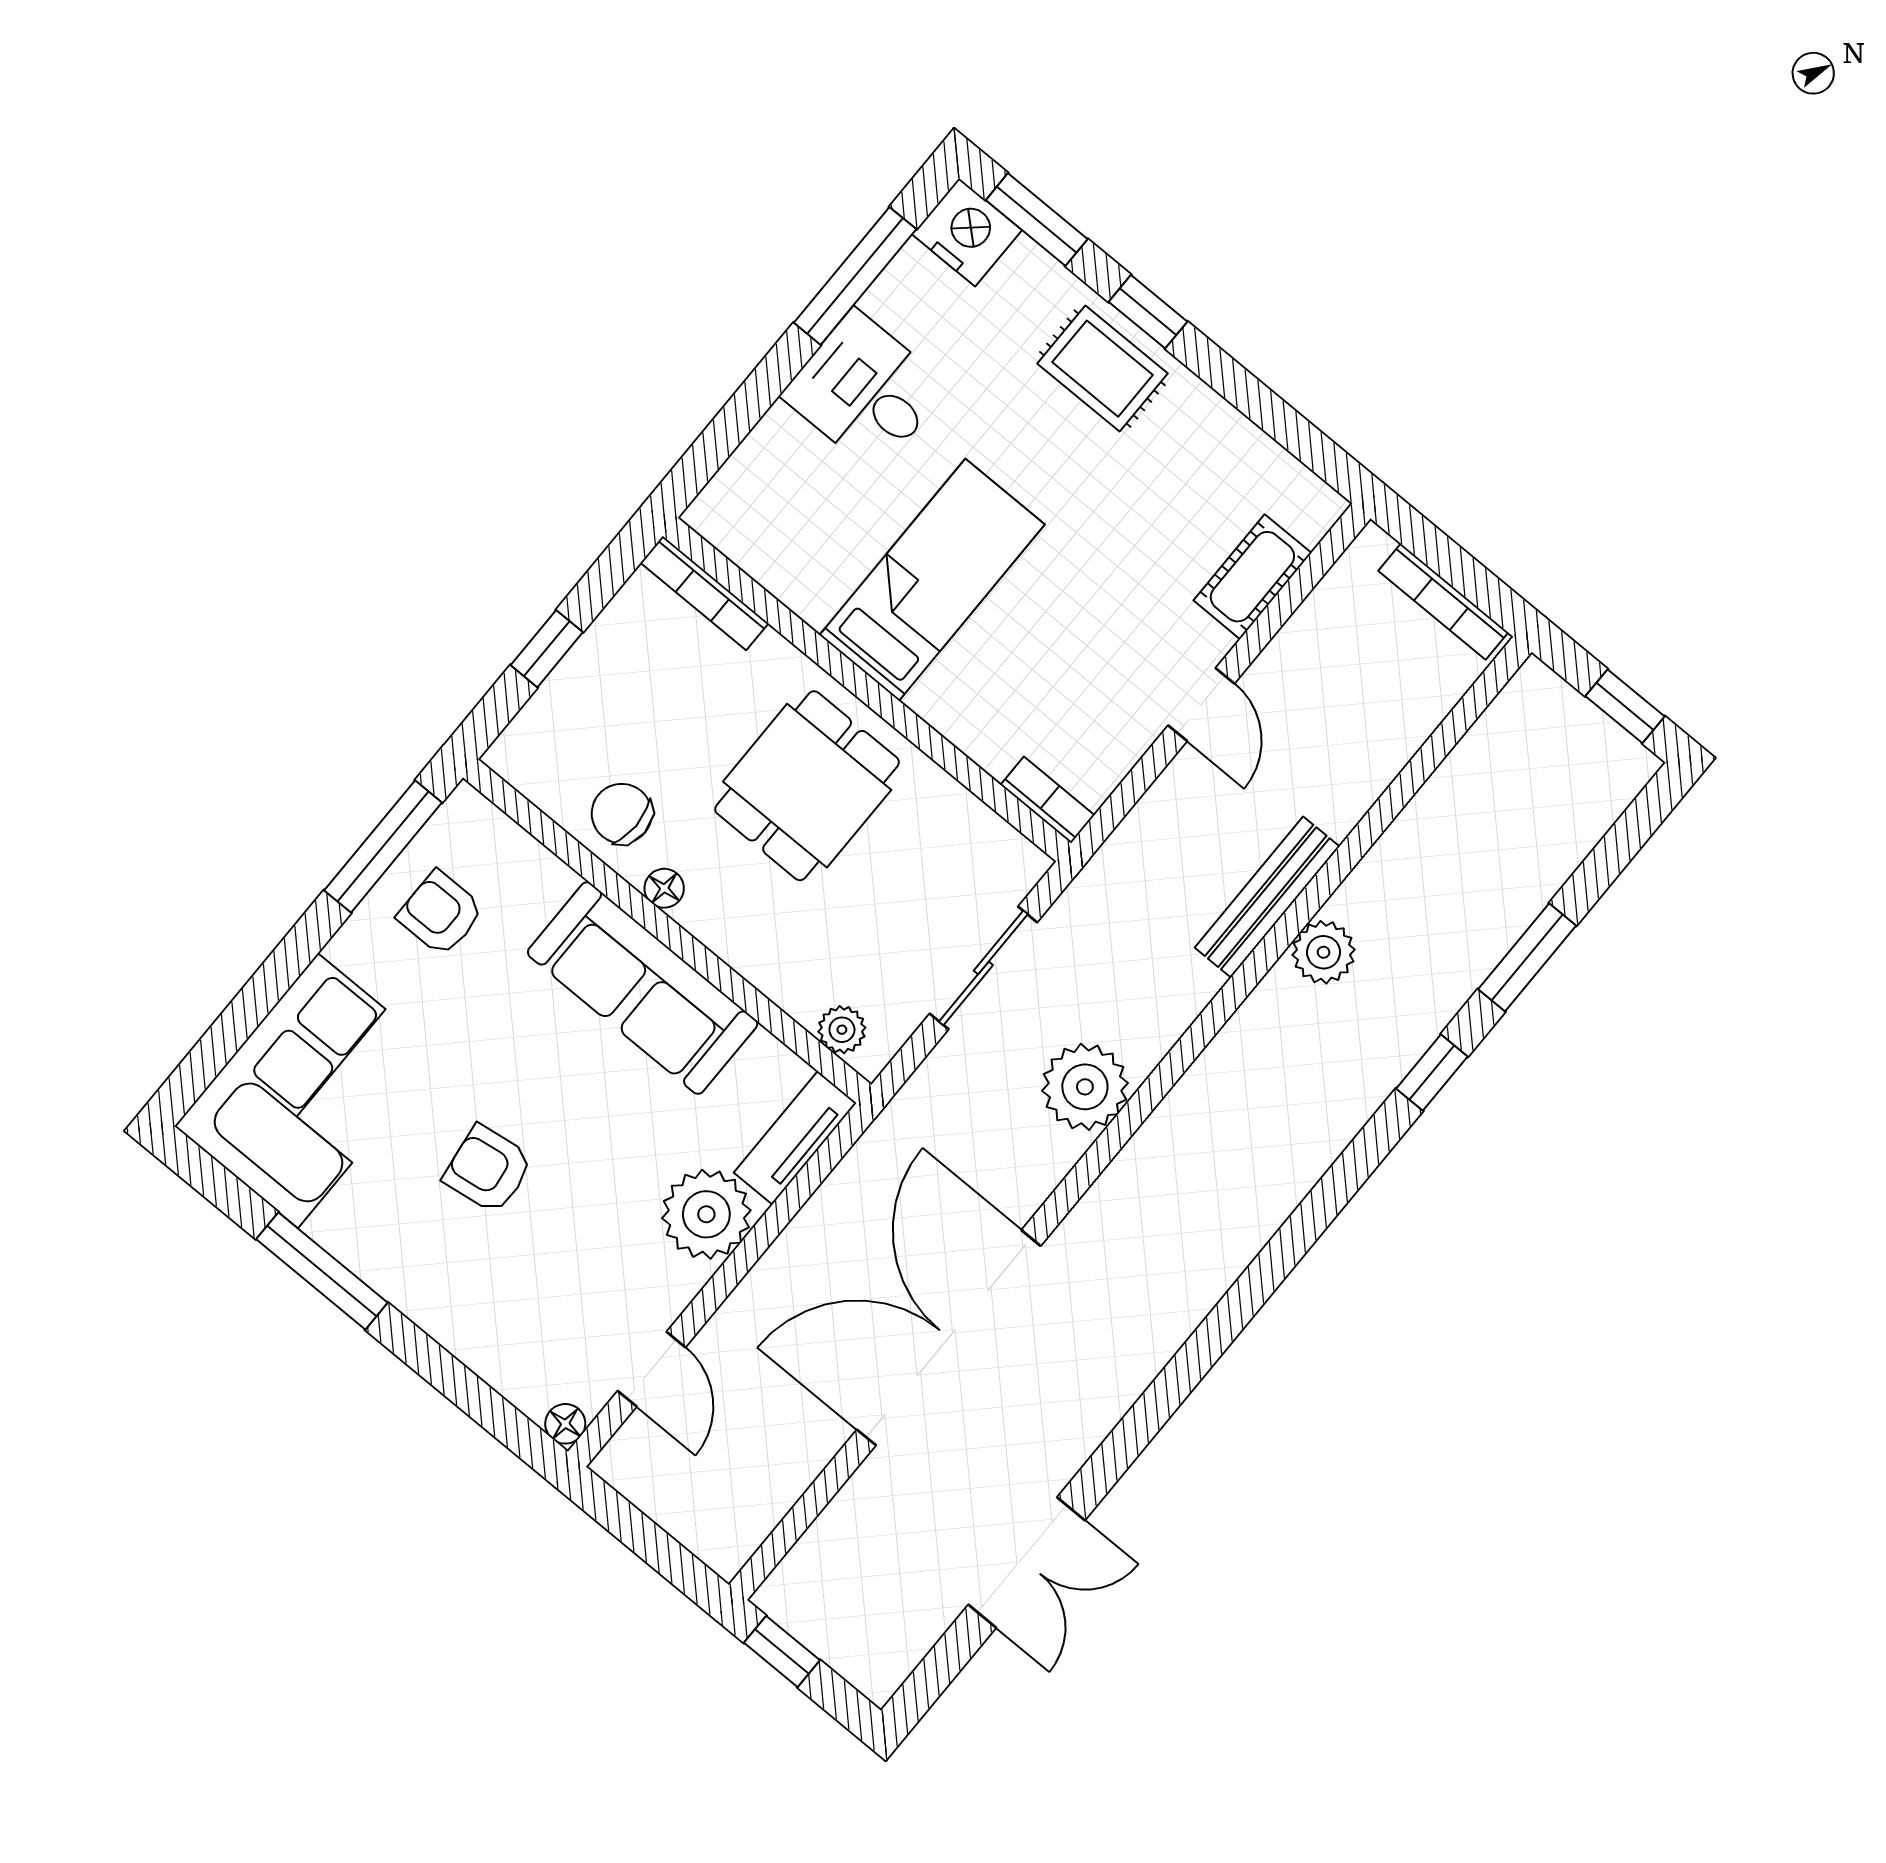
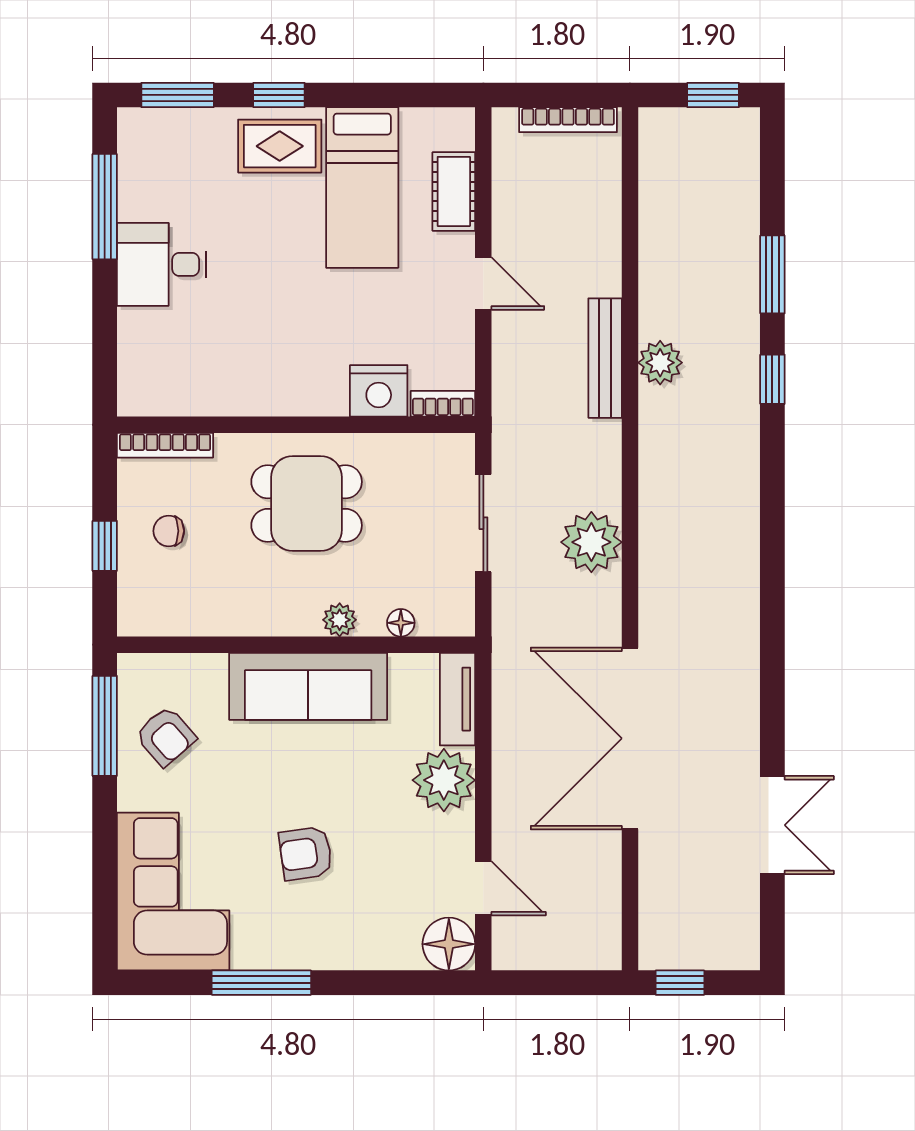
nightstand: (967, 232) -> (379, 391), moved, turned 180
bed: (932, 580) -> (362, 188), moved, turned 180
dining table: (807, 786) -> (307, 504), turned 90
chair: (622, 814) -> (169, 531), moved, width x0.73, depth x0.73
floor lamp: (664, 888) -> (401, 623), moved
armchair: (441, 913) -> (166, 736), turned -131
plant: (842, 1030) -> (340, 620), moved
floor lamp: (565, 1424) -> (449, 944), width x1.89, depth x1.89

